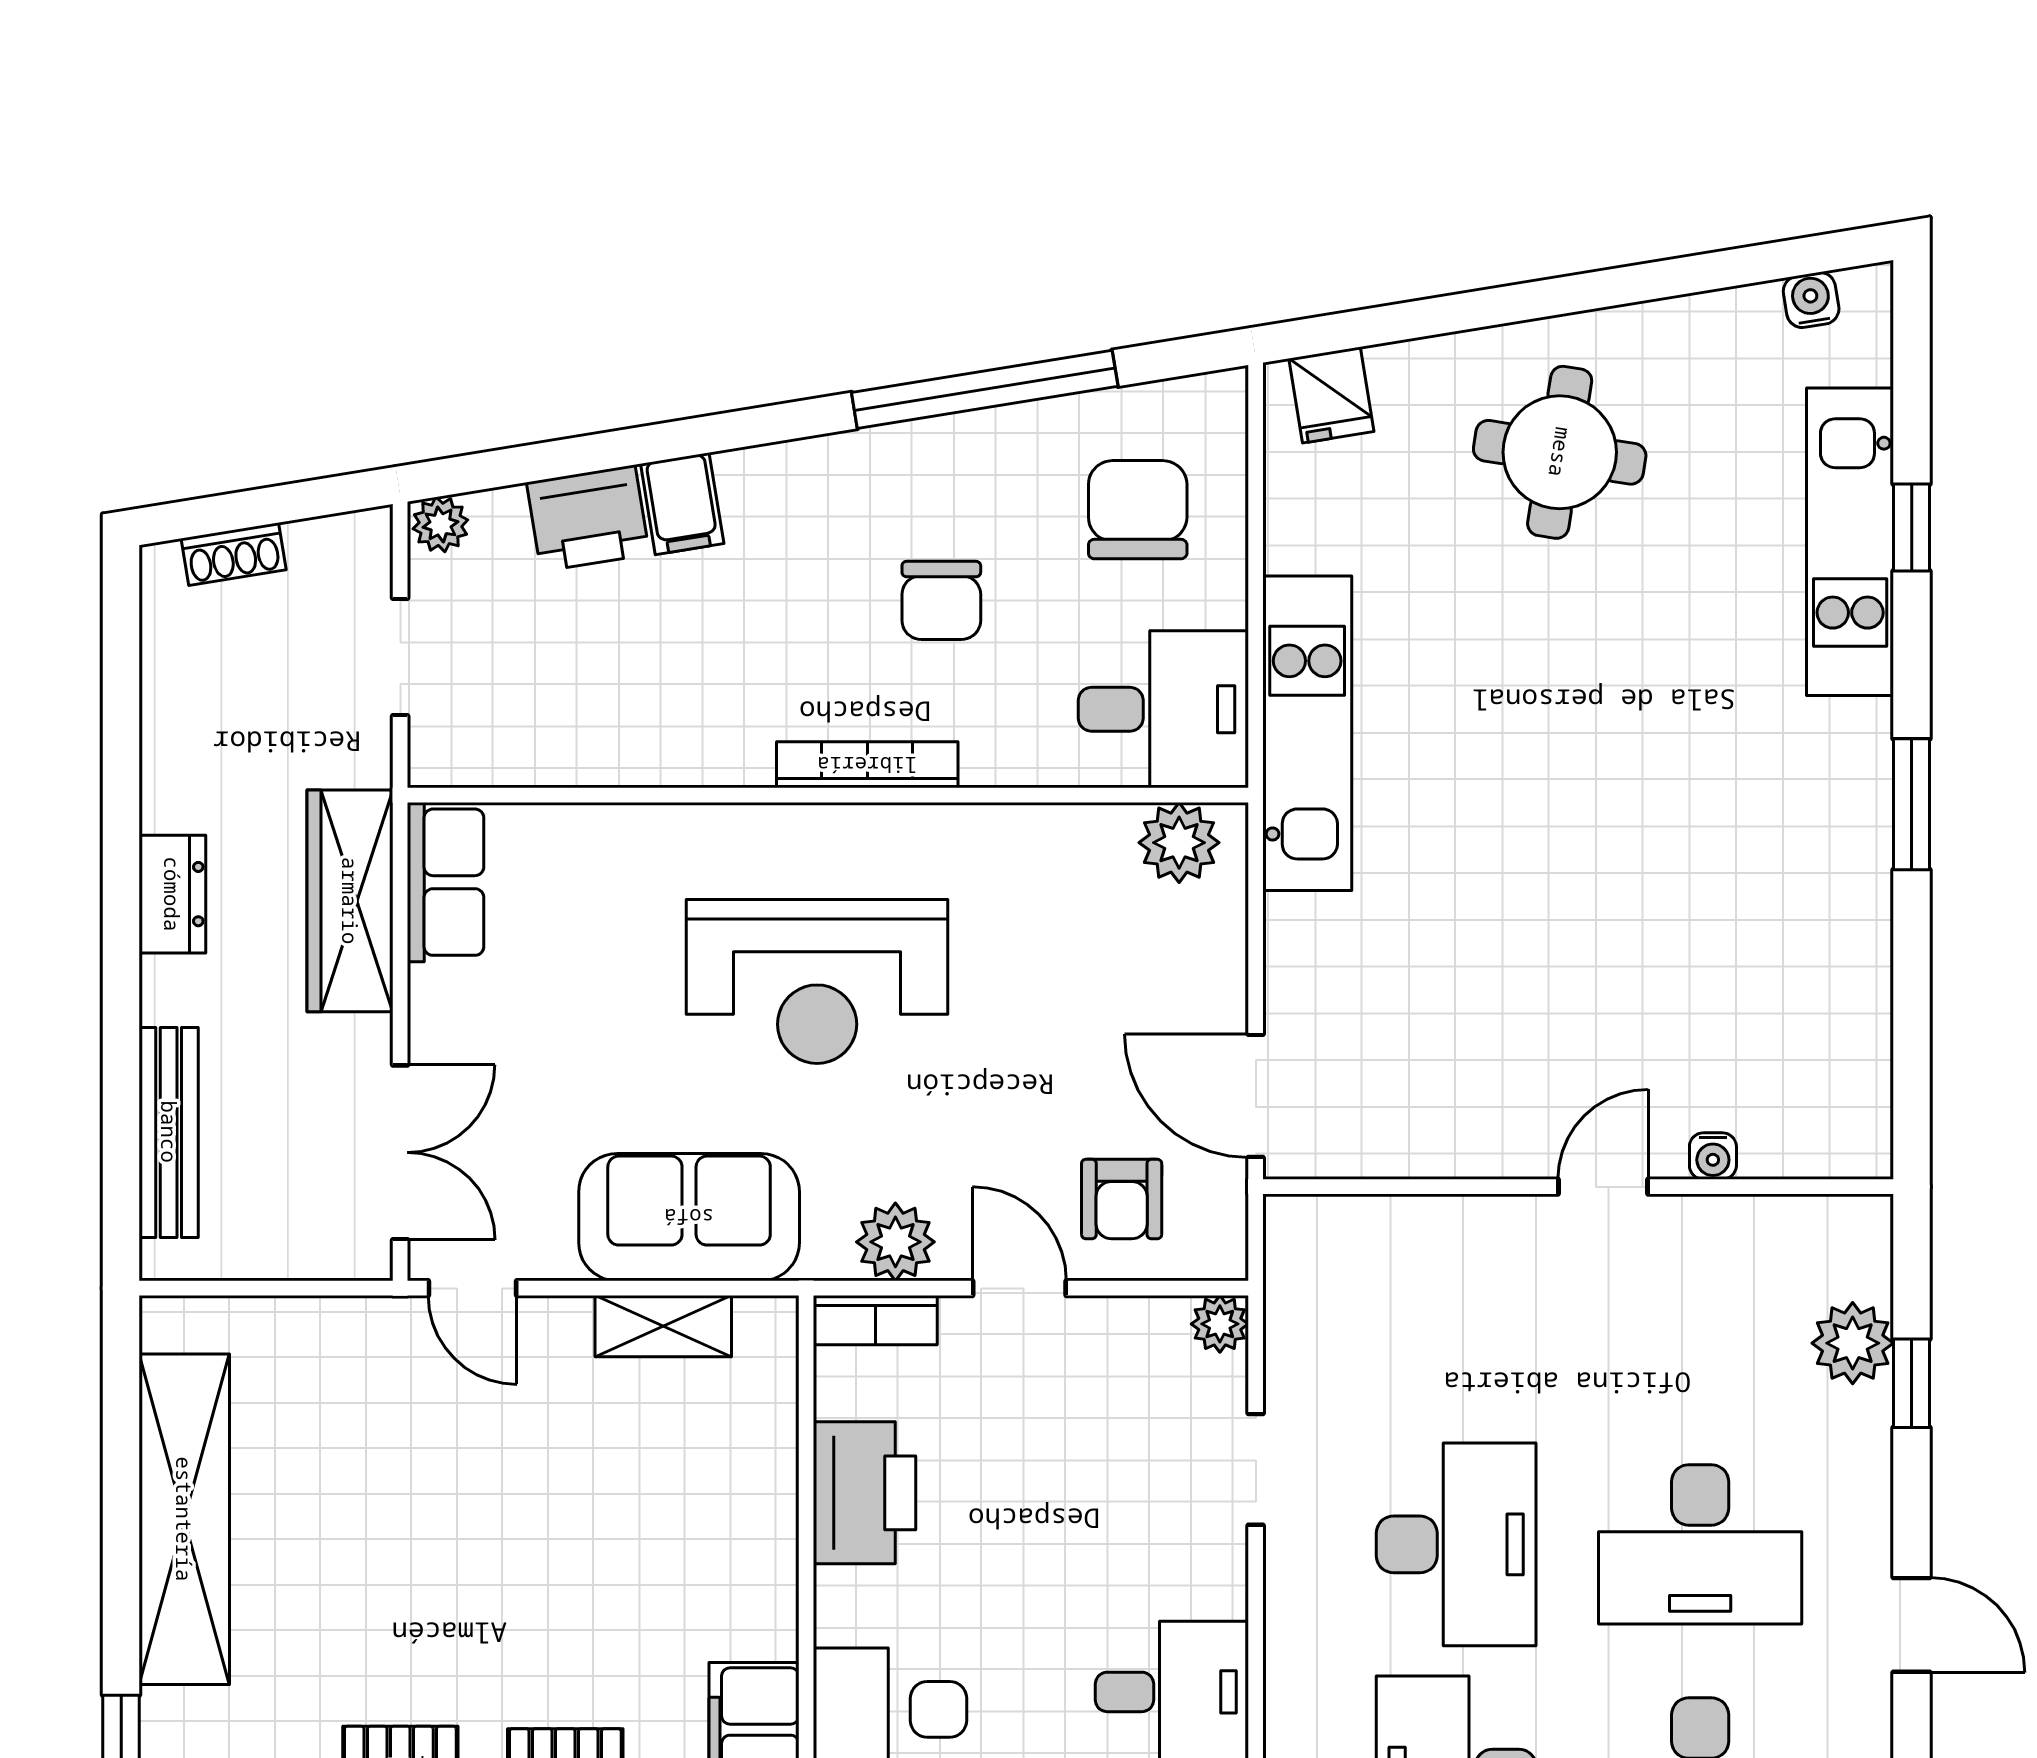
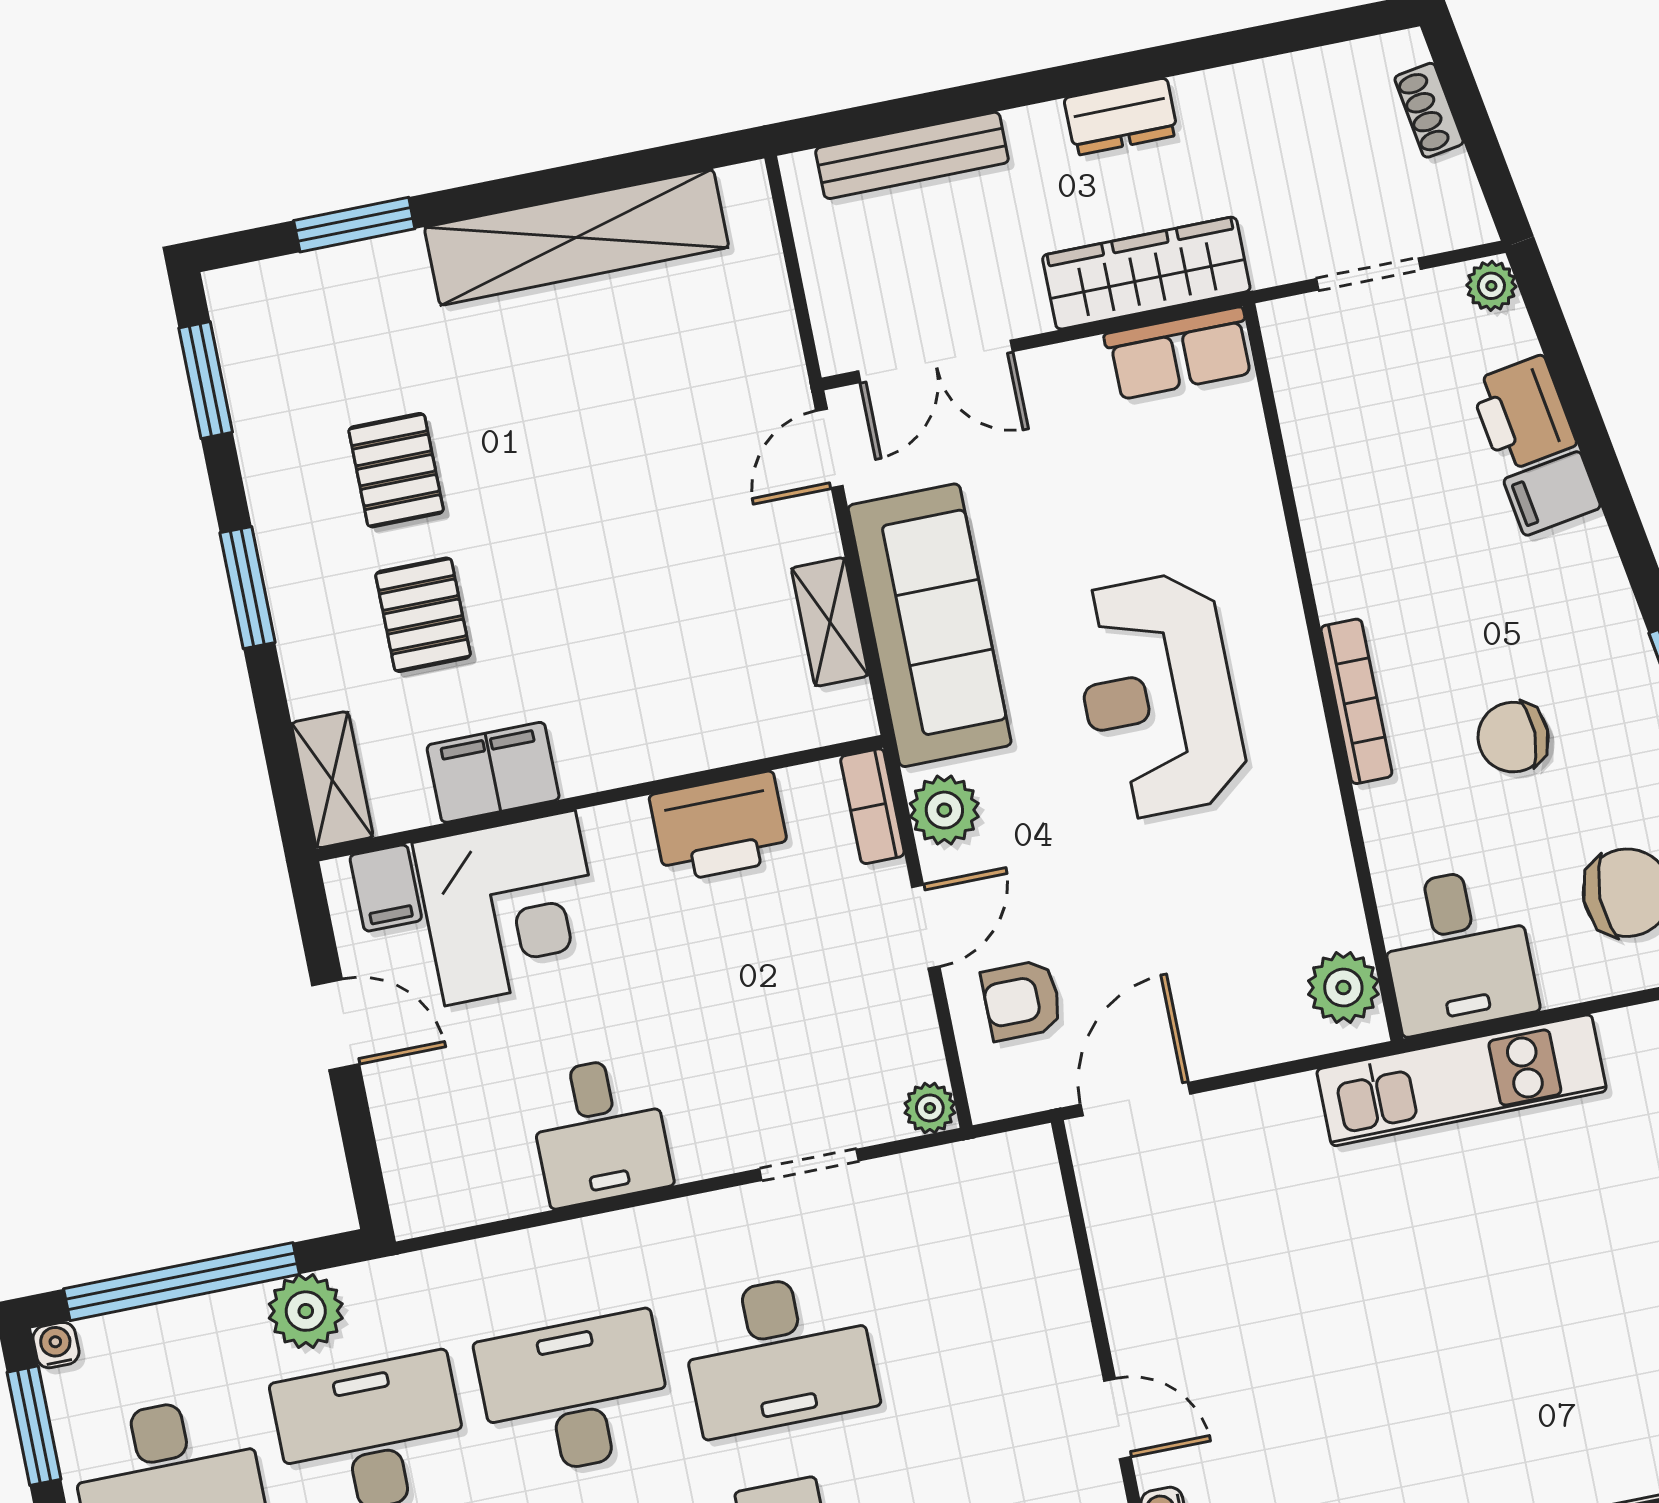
sofa: (689, 1217) -> (930, 625), width x1.36

